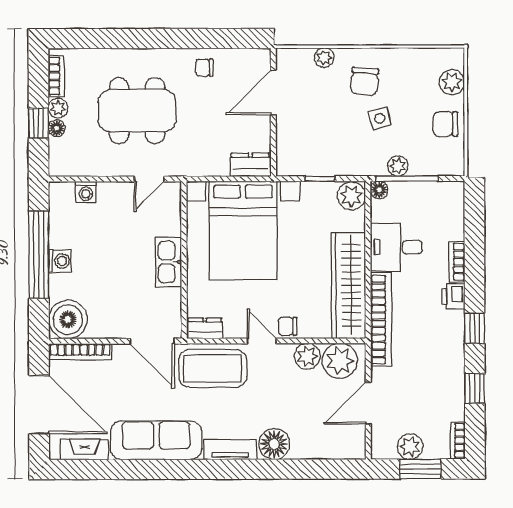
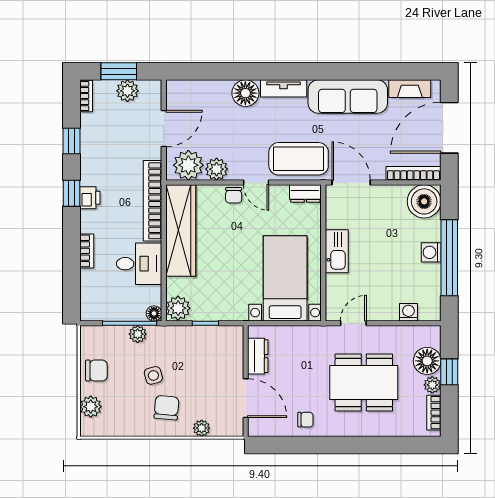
door: (273, 92) -> (246, 398), hinge flipped
floor lamp: (57, 128) -> (427, 361), width x1.89, depth x1.89
dresser: (250, 165) -> (258, 356), moved, turned -90
bed with nightstands: (243, 231) -> (285, 278), width x0.73
printer: (453, 296) -> (90, 198), moved
chair: (288, 326) -> (234, 195), turned 90
door: (39, 405) -> (449, 128), hinge flipped

